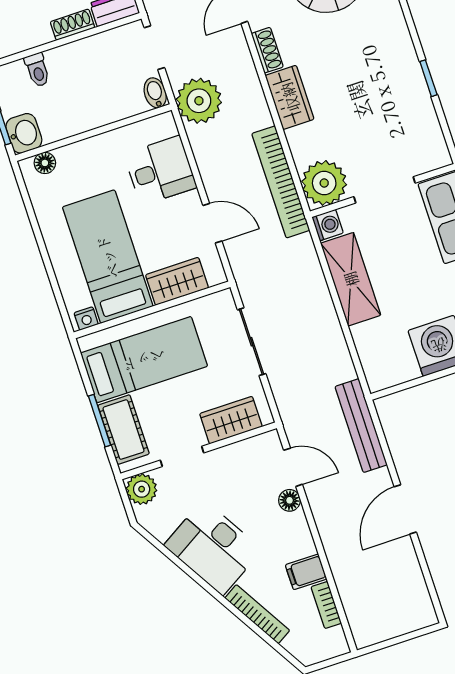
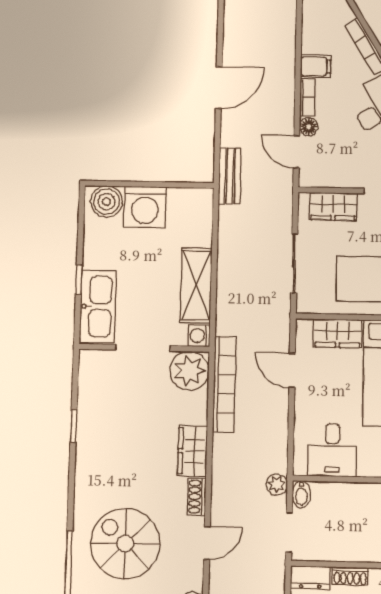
plant: (199, 101) -> (277, 484), width x0.53, depth x0.53
desk: (160, 171) -> (332, 450), moved, turned -90
bench: (361, 426) -> (230, 176), width x0.73
bookcase: (326, 605) -> (307, 97), moved

